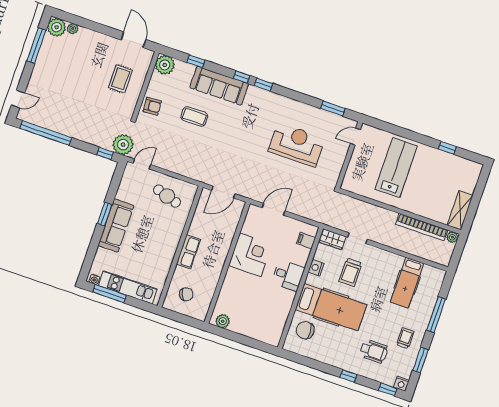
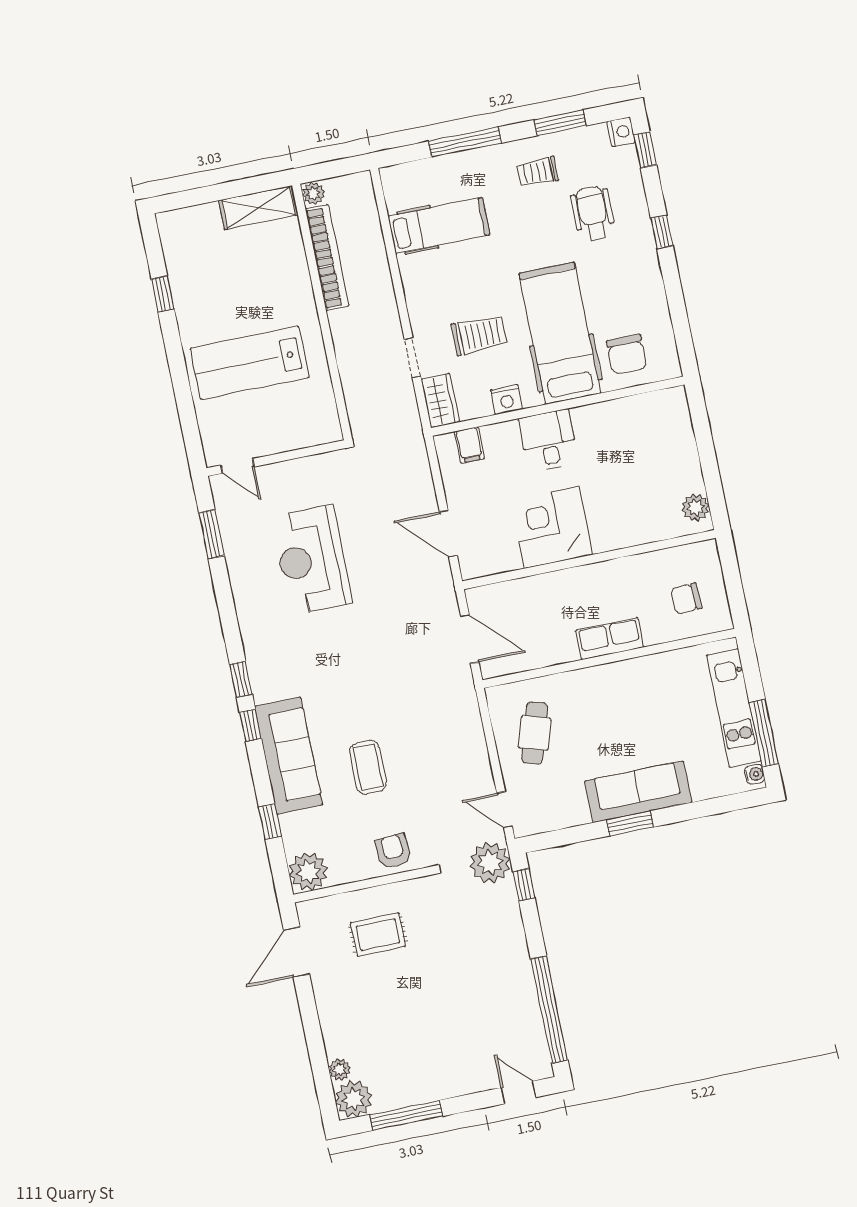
chair: (186, 294) -> (686, 599), turned -68

